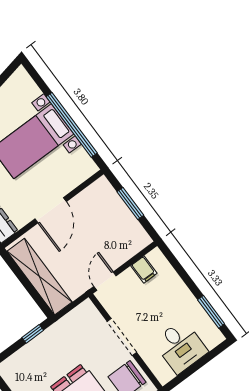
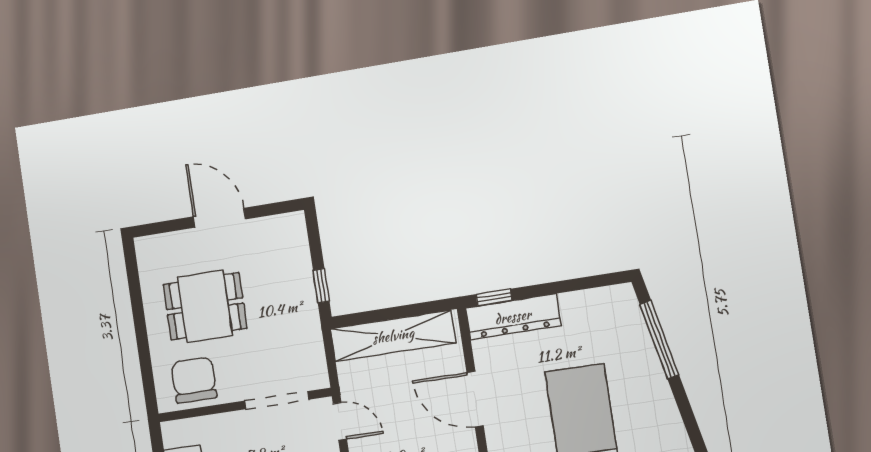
doorway: (122, 337) -> (277, 400), moved

